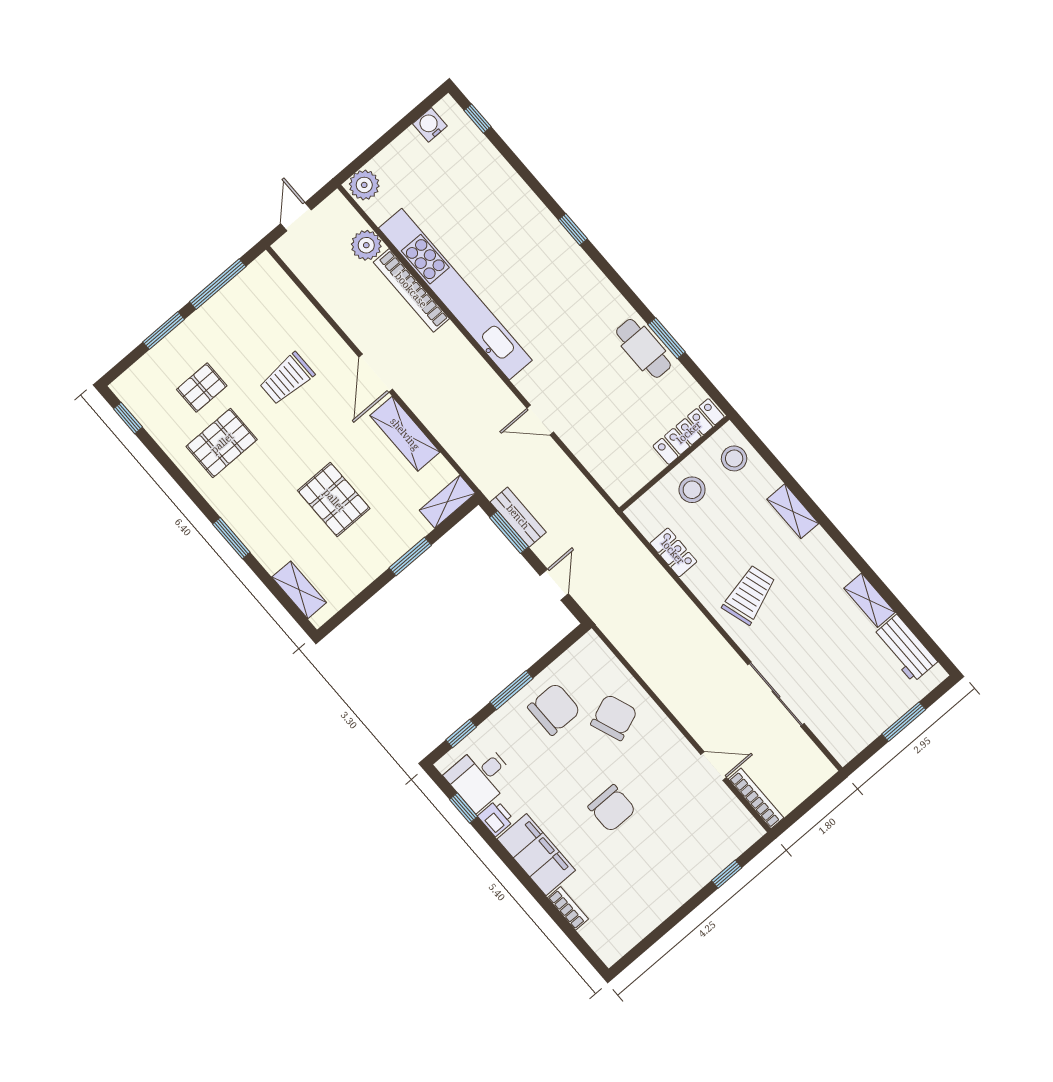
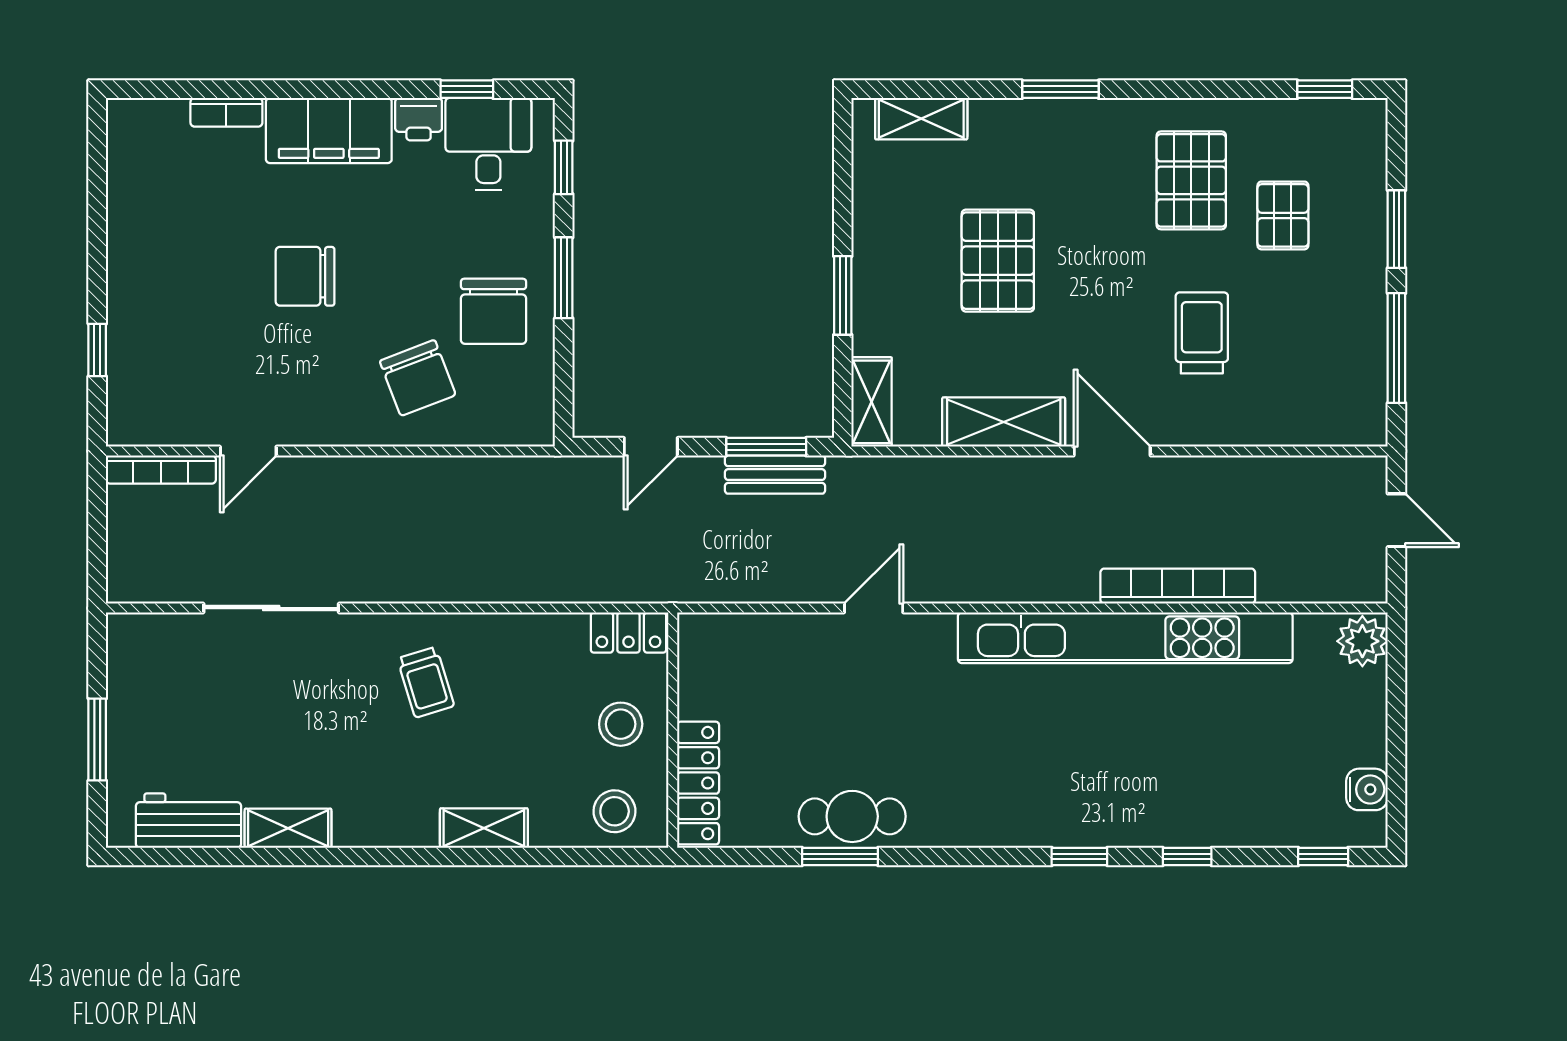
window: (531, 180) -> (1187, 857), added
plant: (366, 245) -> (1284, 578), removed
pallet: (334, 500) -> (998, 261), turned 90
locker: (673, 552) -> (628, 633), moved
door: (554, 585) -> (651, 447), hinge flipped
trolley: (749, 595) -> (426, 682), width x0.73, depth x0.72

